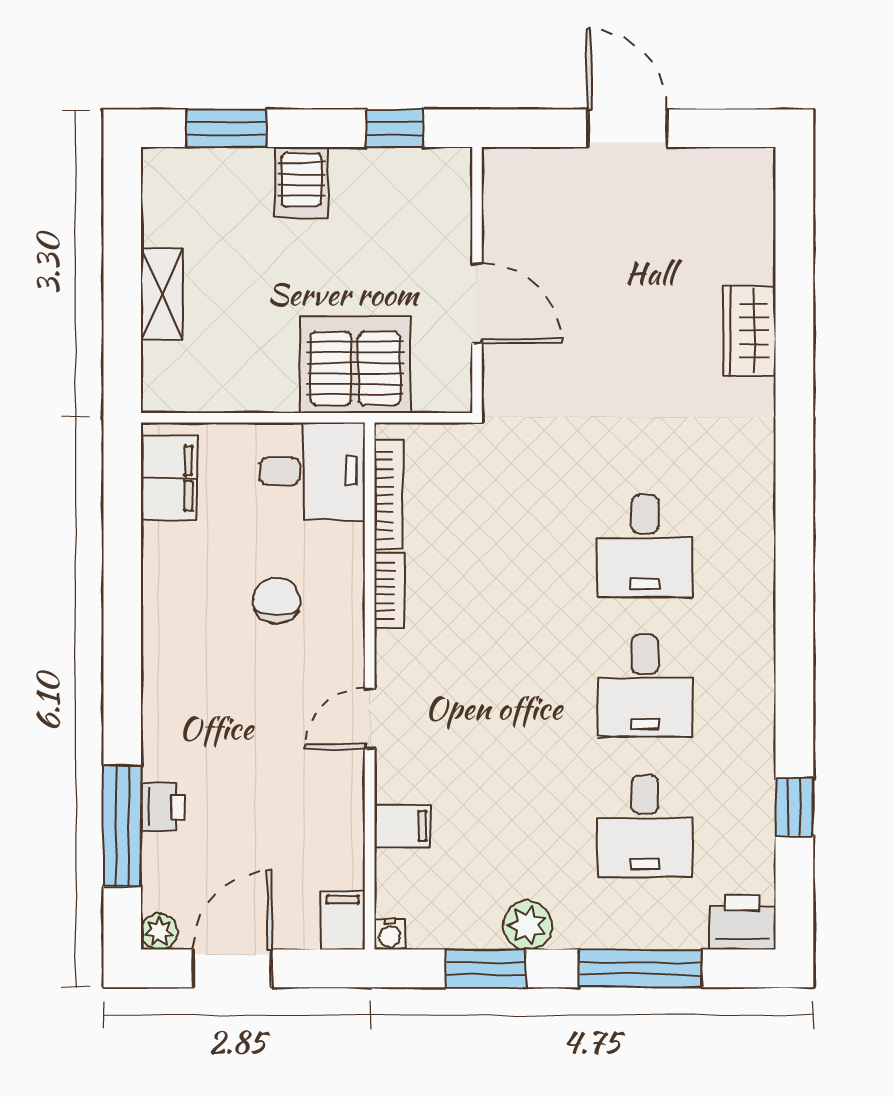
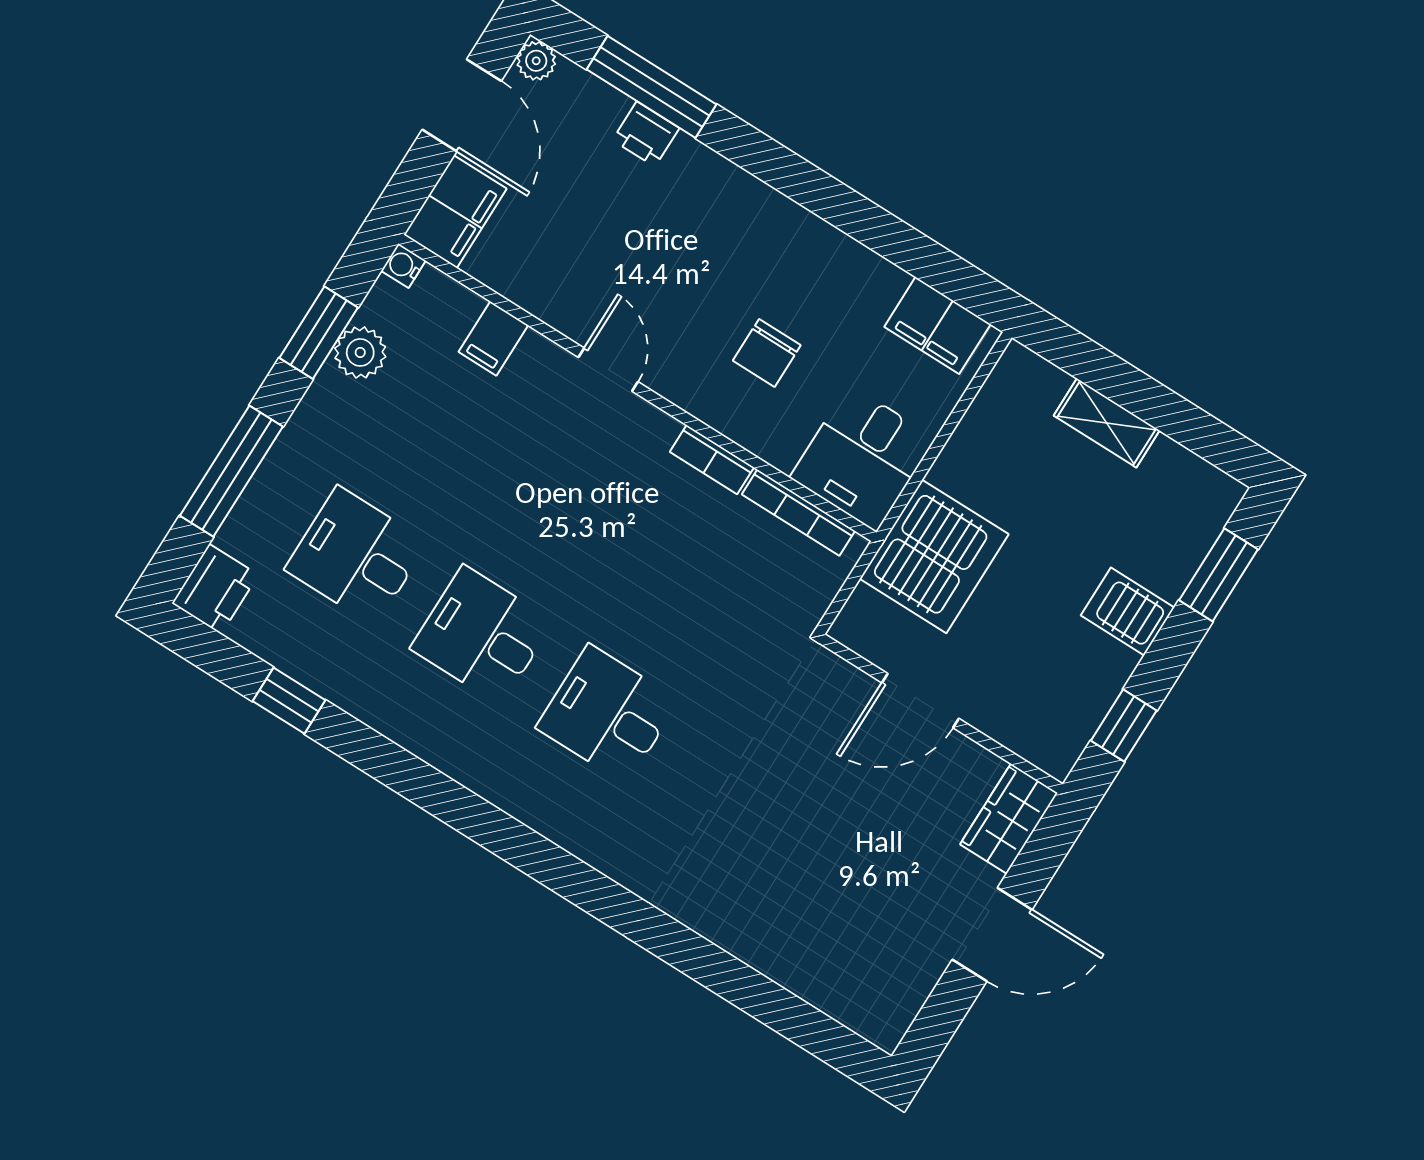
wardrobe: (750, 331) -> (1009, 819), moved, turned -90
chair: (277, 600) -> (767, 353), turned 90
filing cabinet: (343, 920) -> (455, 212), width x2.00
plant: (528, 925) -> (360, 352), moved

